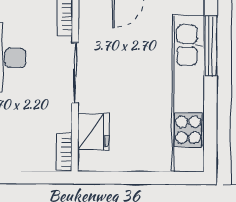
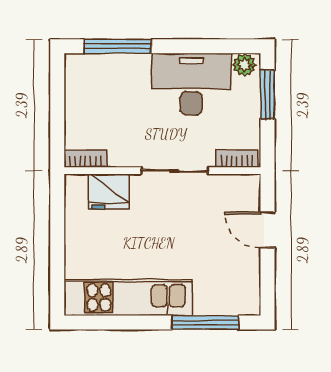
kitchen unit: (188, 94) -> (128, 298), width x0.73

